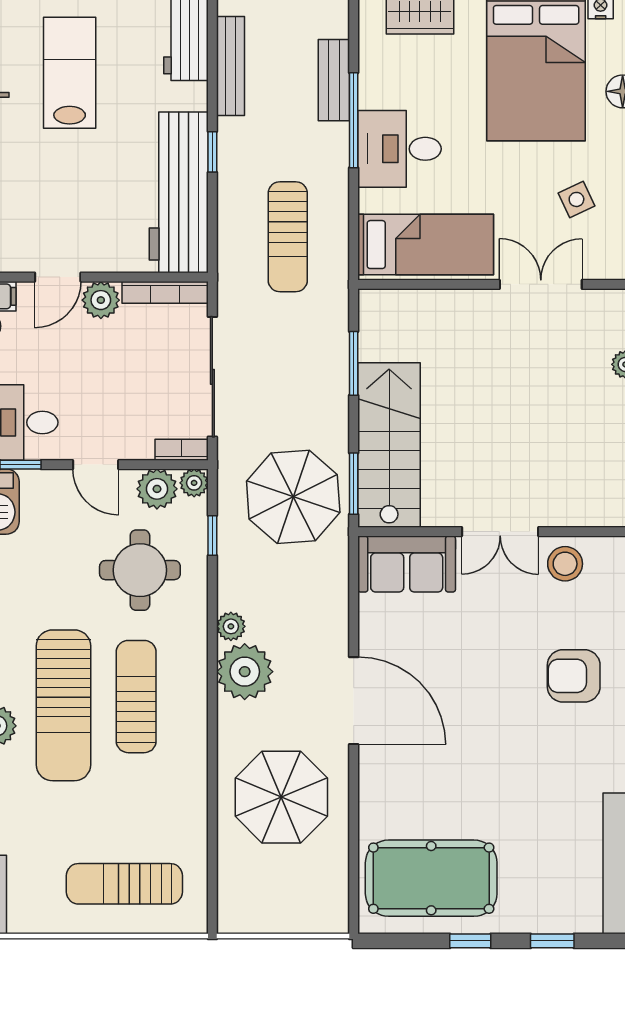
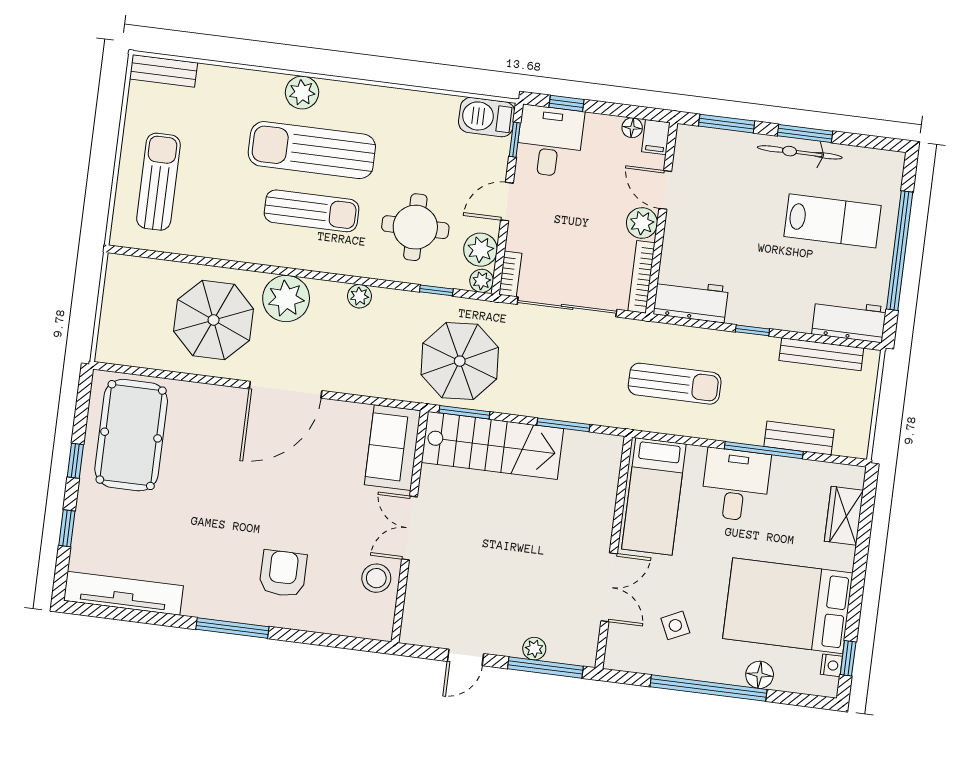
workbench: (179, 192) -> (691, 300), width x0.53, depth x0.76
sun lounger: (288, 237) -> (675, 384), turned 180
plant: (245, 672) -> (286, 299), moved

